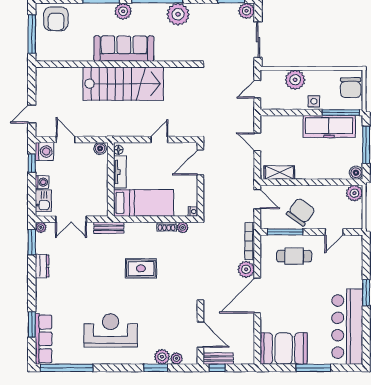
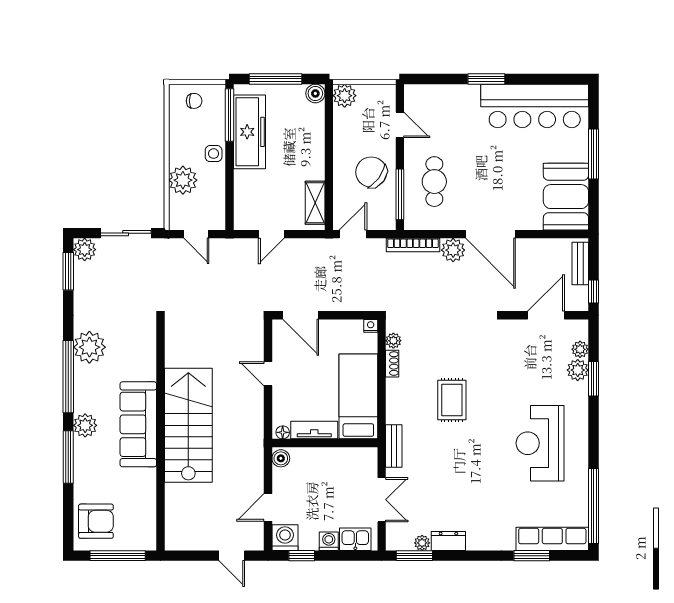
chair: (351, 88) -> (194, 101), width x0.54, depth x0.54
plant: (41, 227) -> (422, 543), moved
bench: (218, 359) -> (580, 264), moved

